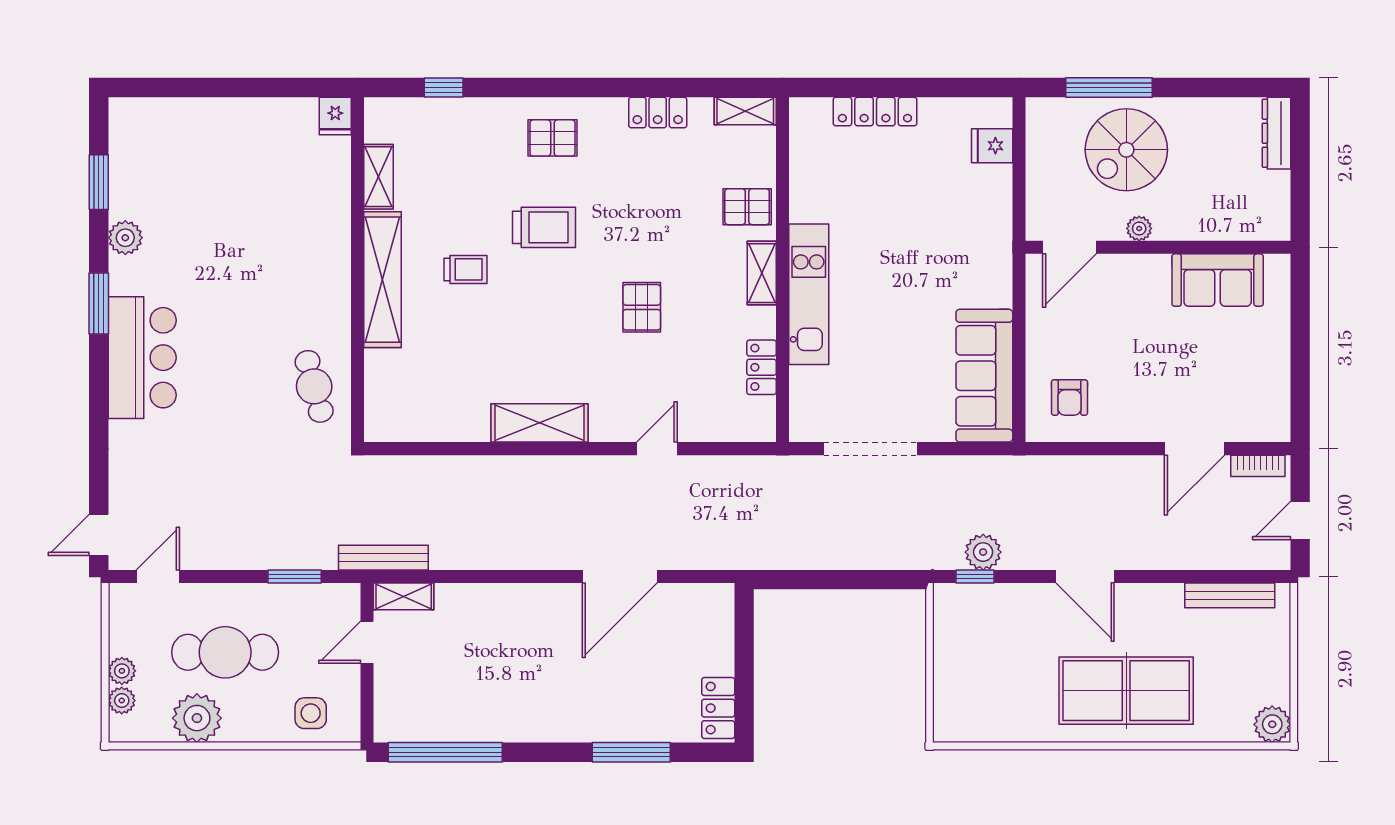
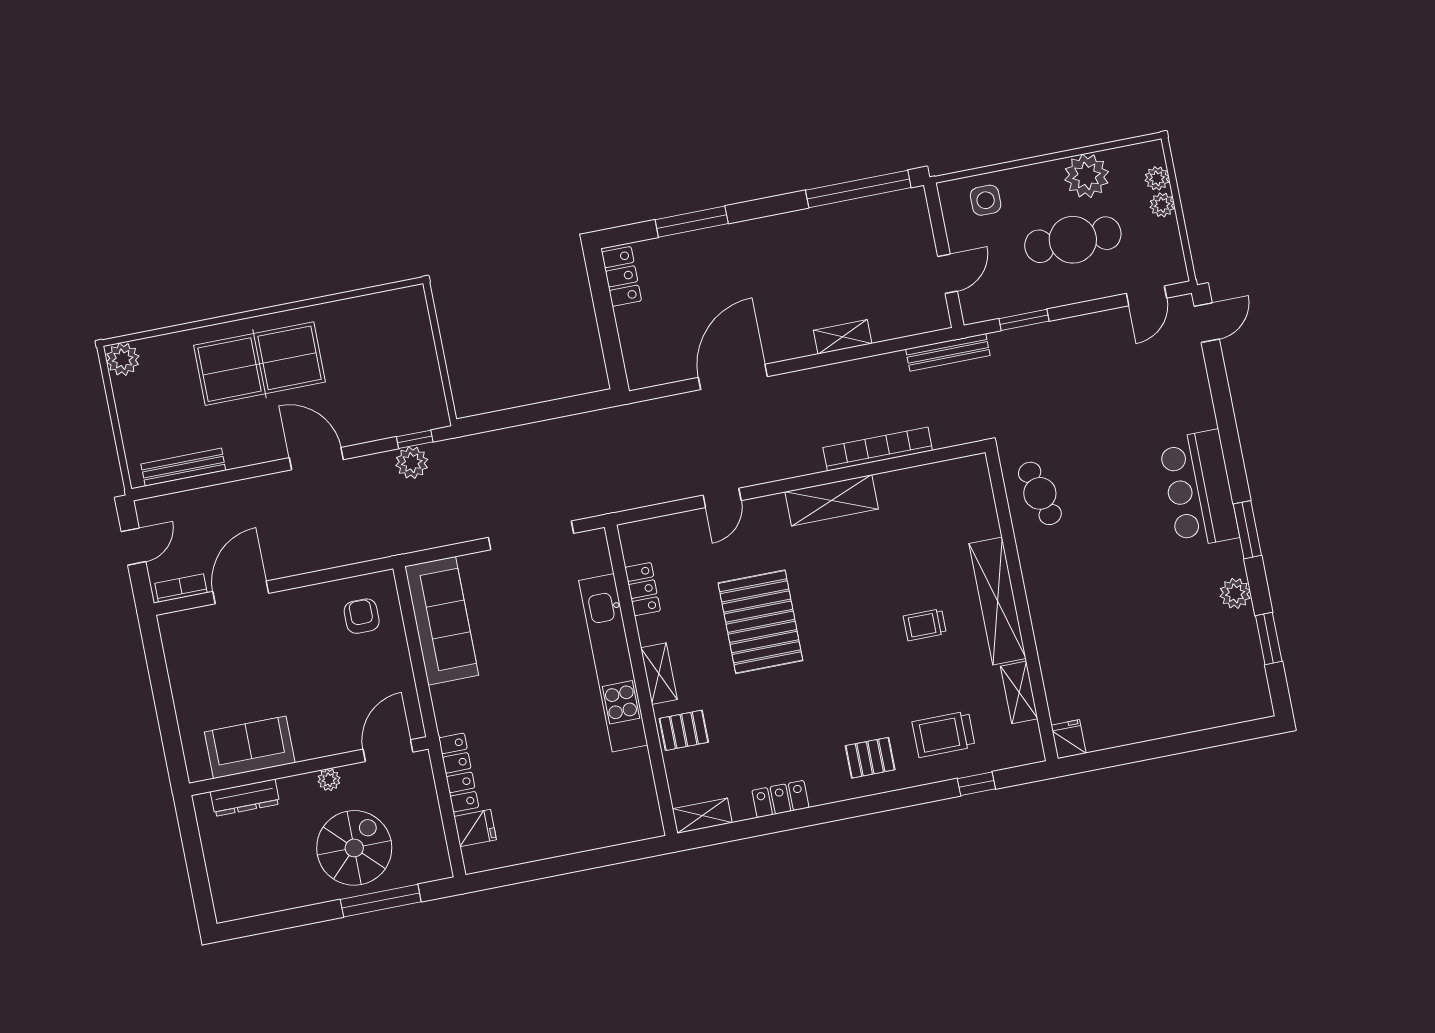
locker: (875, 112) -> (459, 773), moved, turned 90
dresser: (1276, 133) -> (245, 798), moved, turned 90
trolley: (544, 227) -> (944, 734), moved
kitchen unit: (809, 294) -> (613, 663), width x1.36
pallet: (642, 307) -> (760, 622), width x2.05, depth x2.00
bookcase: (479, 468) -> (878, 449), added
shelving: (404, 596) -> (843, 337), moved

